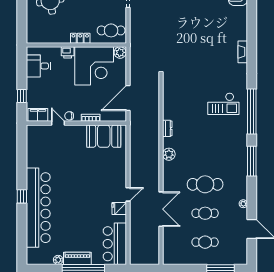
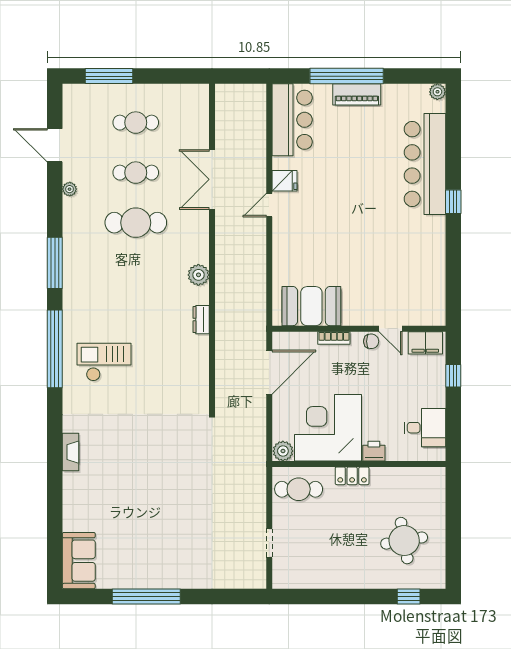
bar counter: (38, 208) -> (425, 164), width x0.73
plant: (58, 260) -> (437, 92), moved

